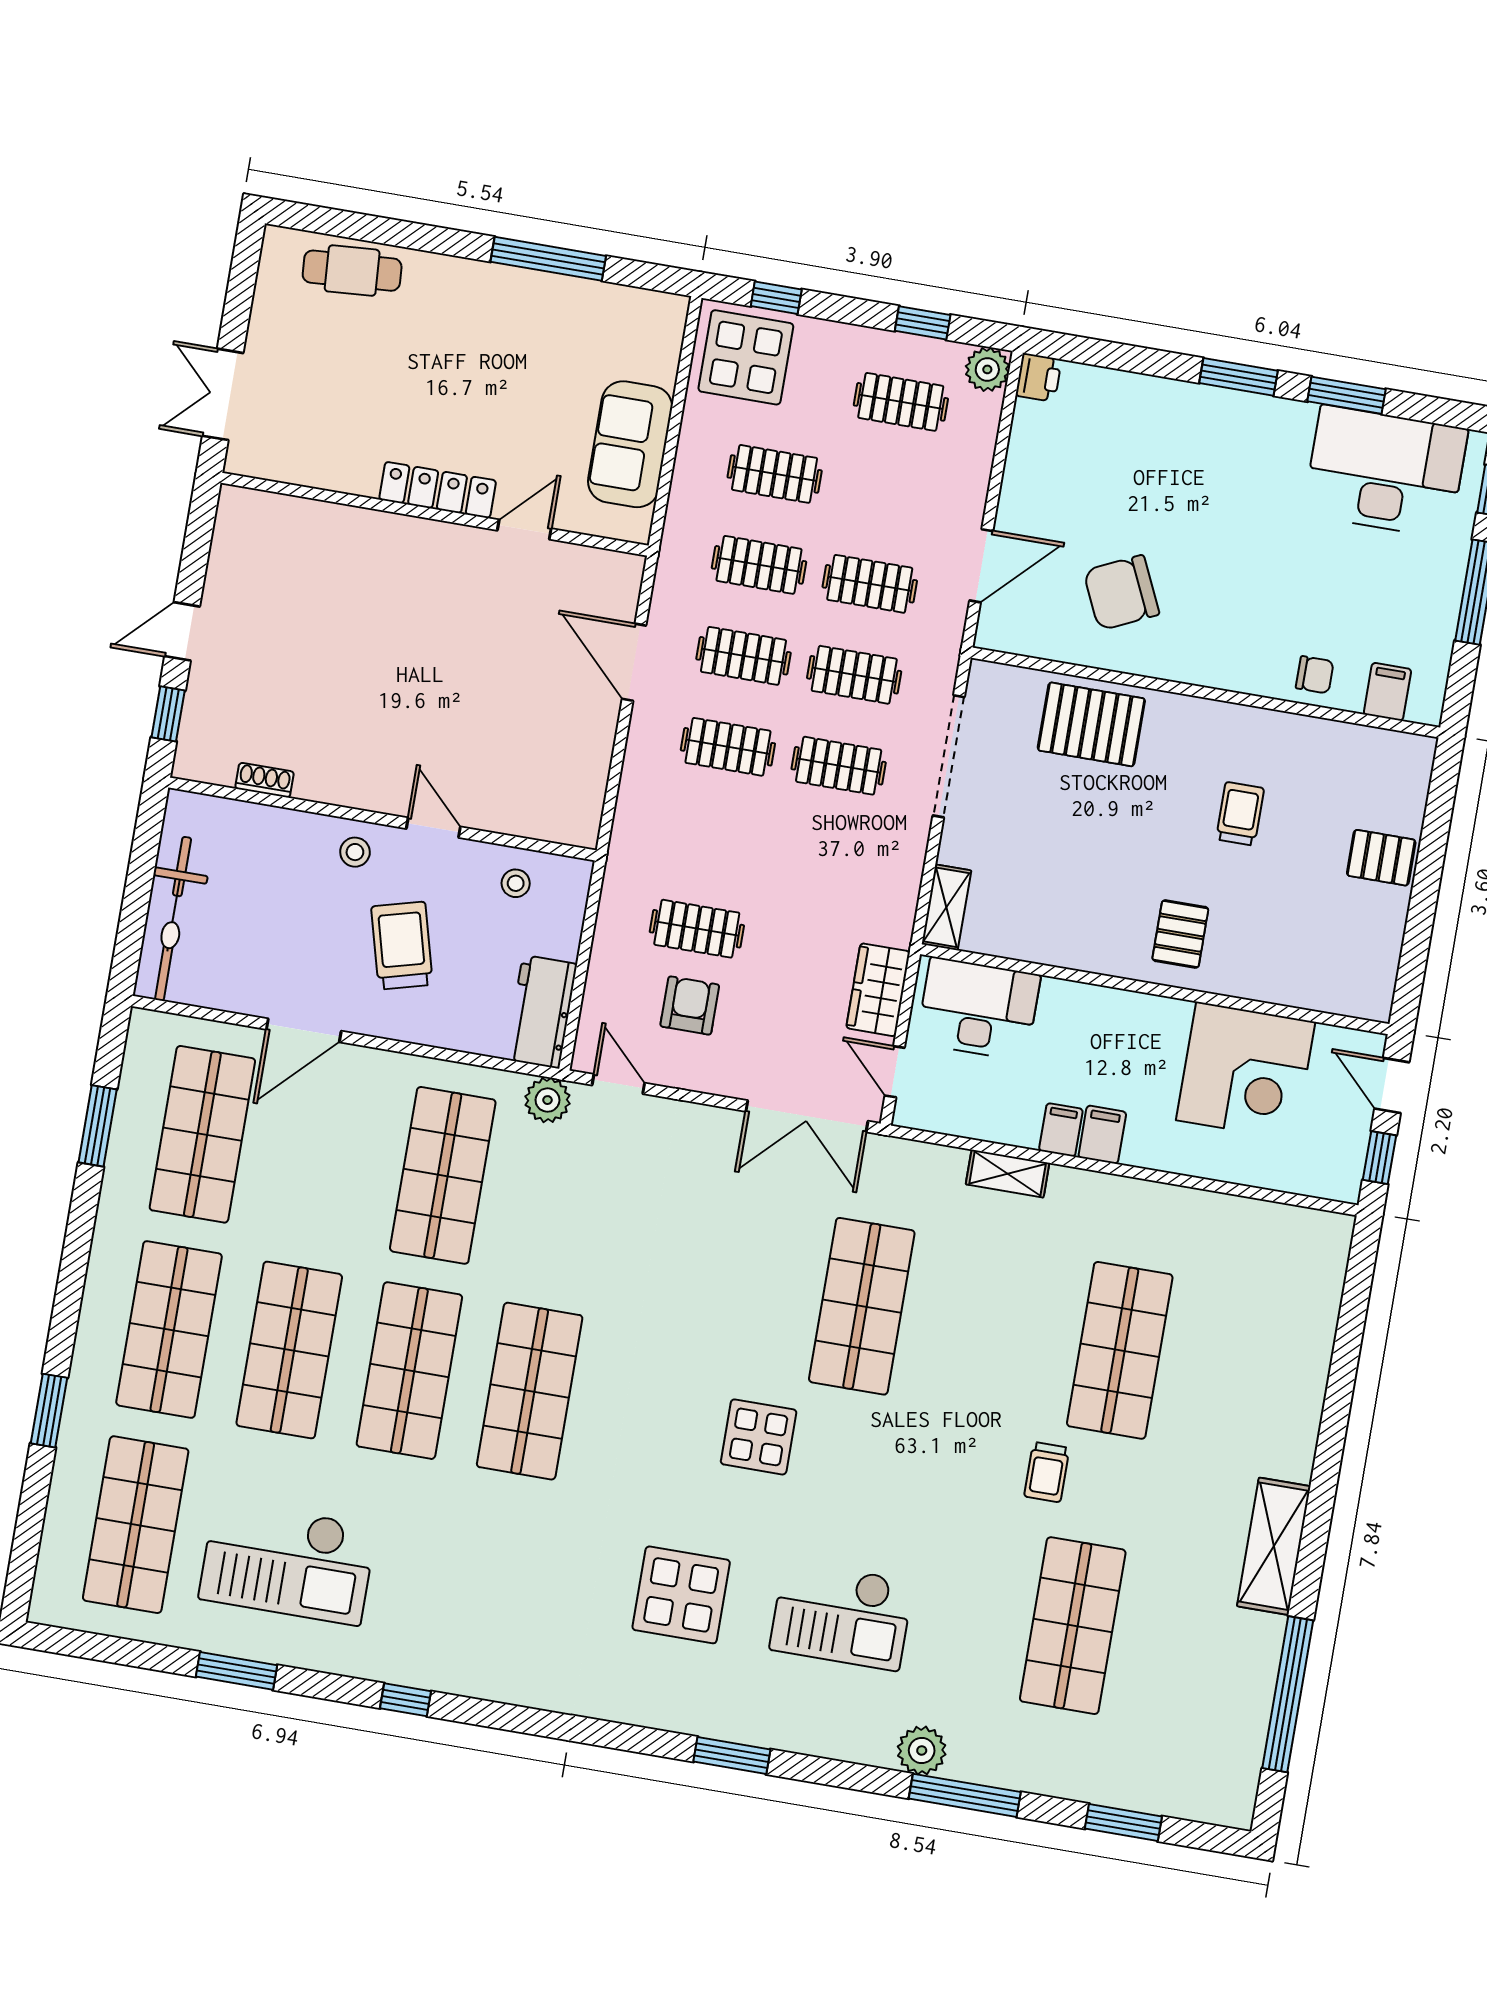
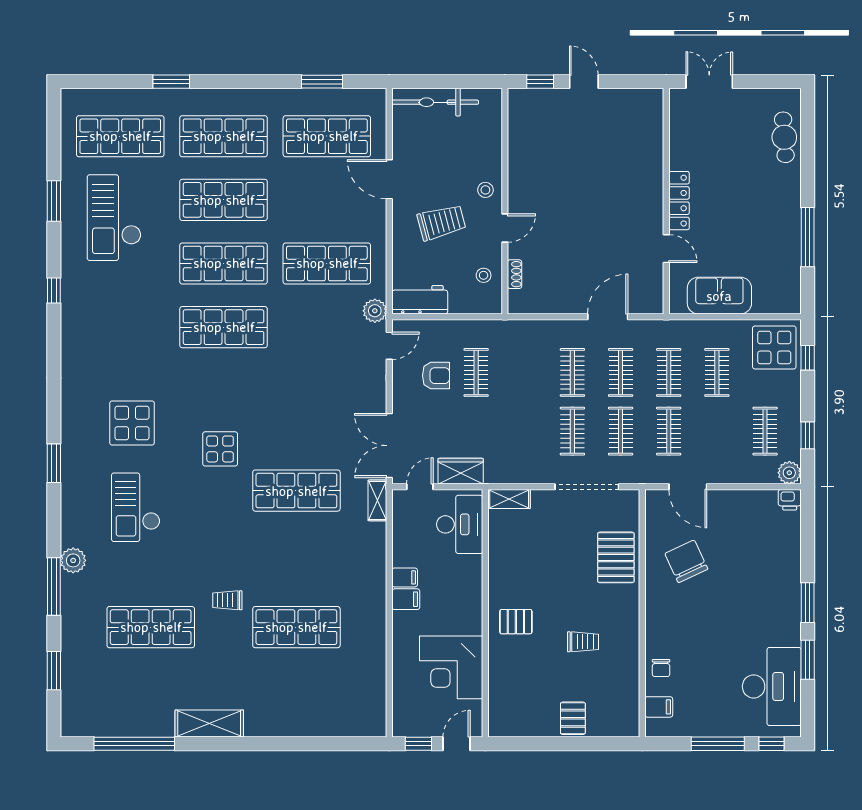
shoe rack: (265, 780) -> (515, 274), moved
shelving: (1008, 1174) -> (377, 500), moved

